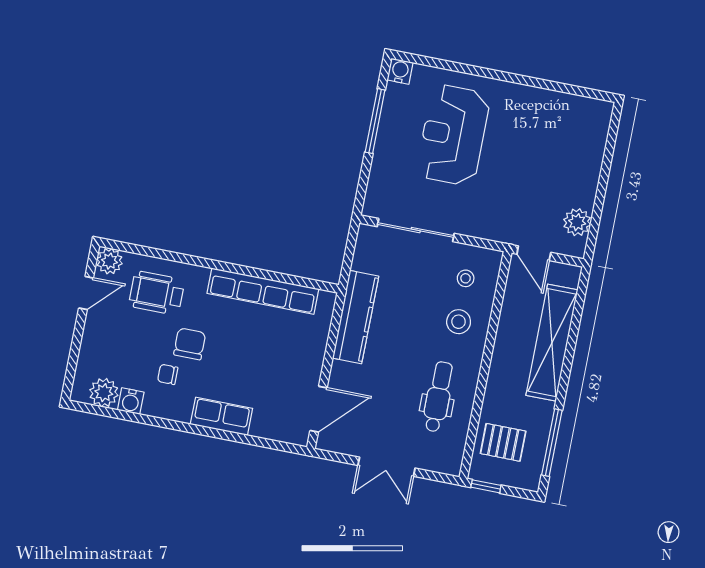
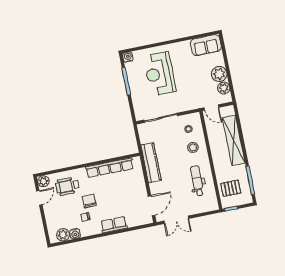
sofa: (577, 115) -> (206, 45), added
plant: (580, 188) -> (219, 74), added
double door: (387, 467) -> (176, 220), moved

